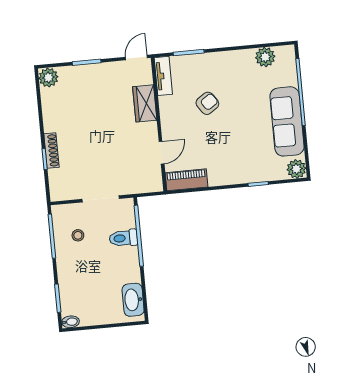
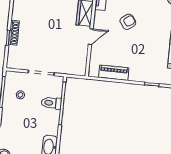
door: (162, 153) -> (91, 37), moved
piano: (186, 180) -> (114, 73), moved

